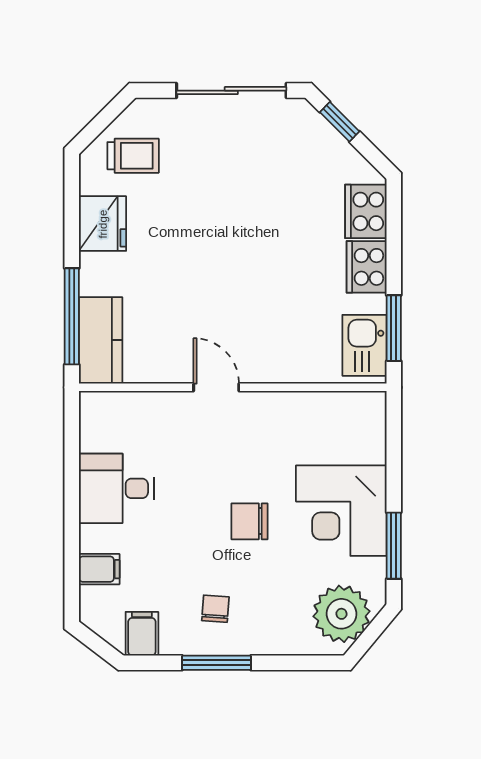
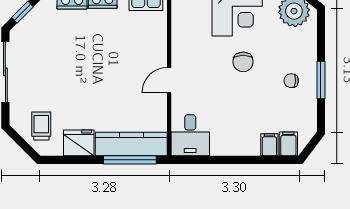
kitchen counter: (101, 340) -> (131, 144), width x1.50
desk: (117, 488) -> (190, 135), moved
filing cabinet: (142, 634) -> (288, 144), moved, turned 90

